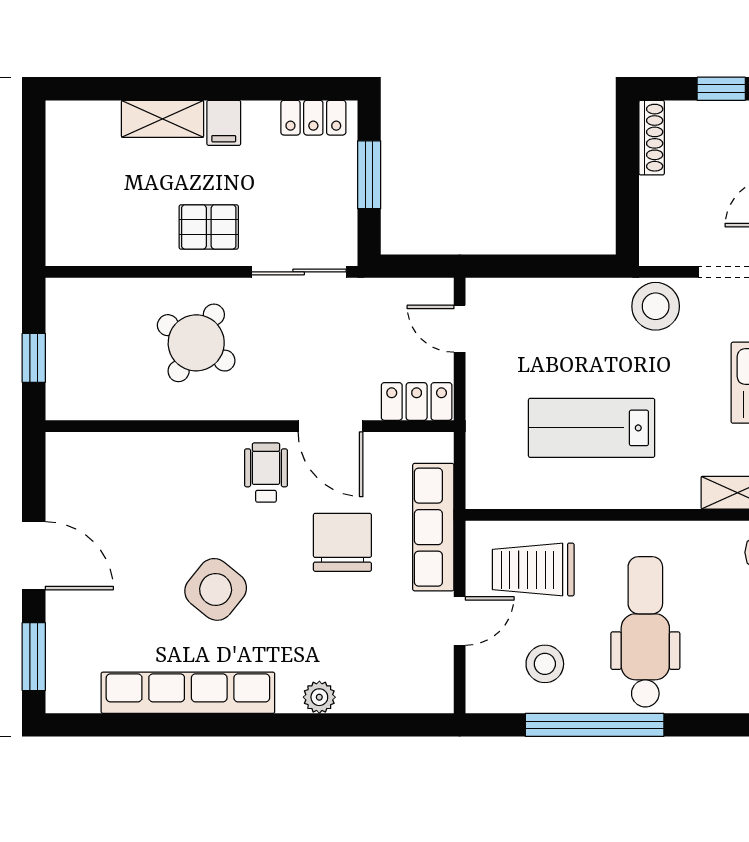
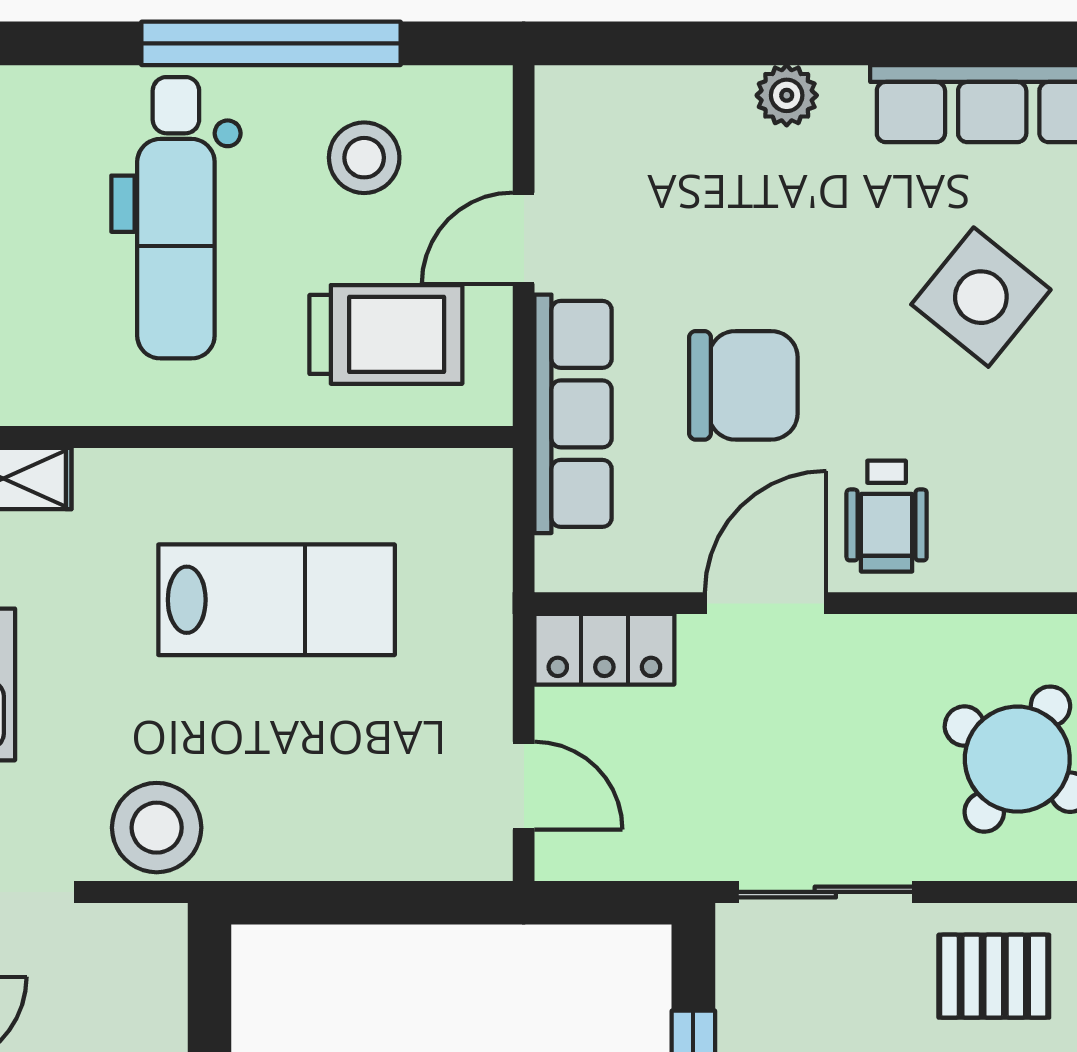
door: (331, 426) -> (766, 603), hinge flipped
chair: (342, 542) -> (743, 385), turned -90

